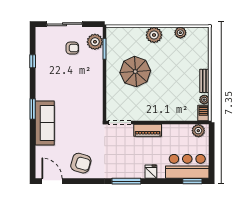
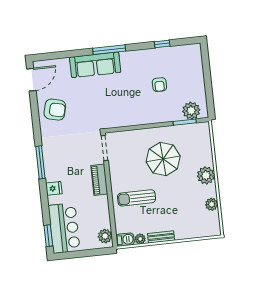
sliding door: (64, 24) -> (207, 75), removed
armchair: (72, 48) -> (159, 85), moved
sun lounger: (167, 99) -> (137, 198), added
window: (33, 109) -> (109, 50), width x1.44
armchair: (81, 163) -> (55, 110), turned -92

